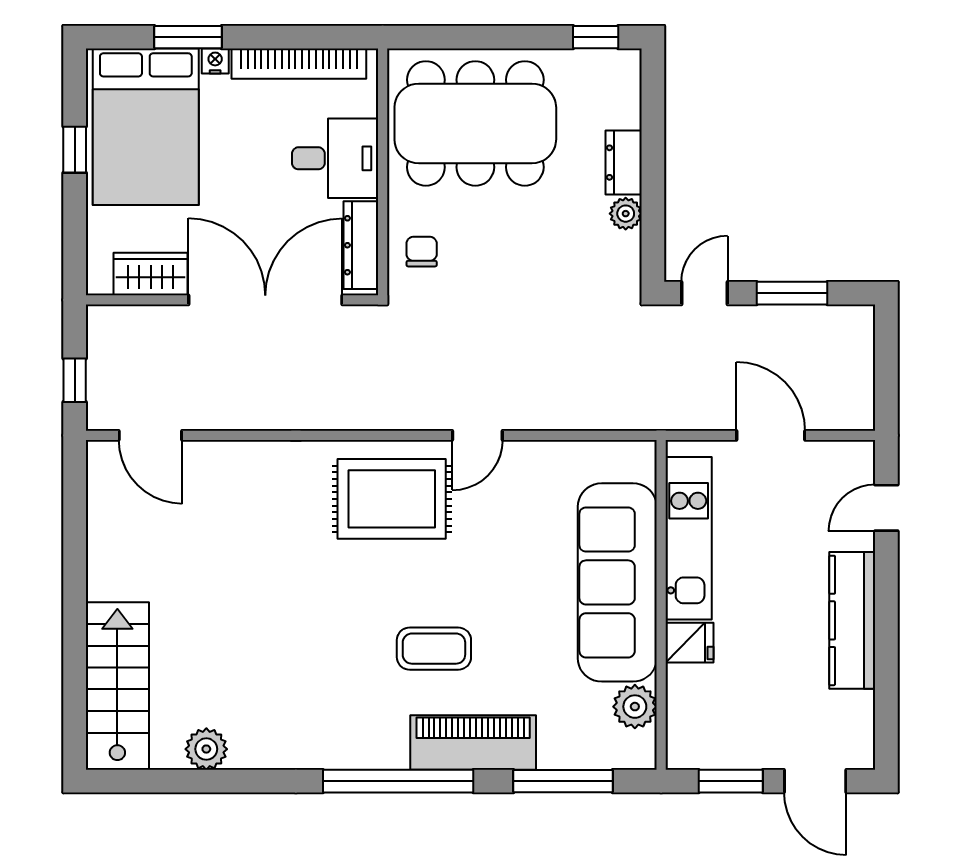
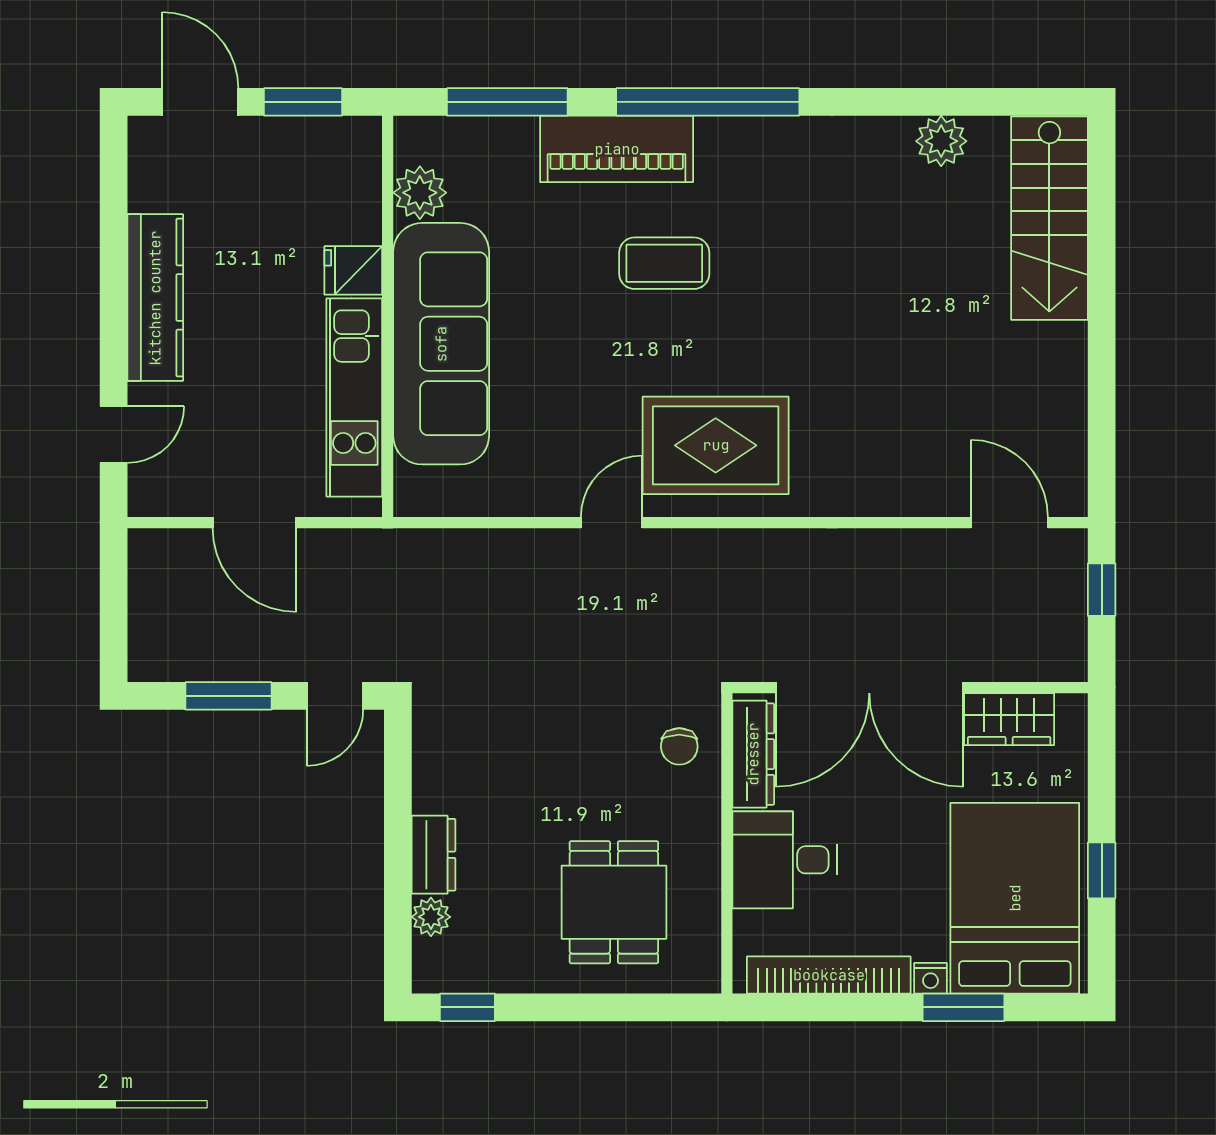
dining table: (475, 123) -> (614, 902), width x0.53, depth x0.80
plant: (626, 214) -> (431, 917), moved

